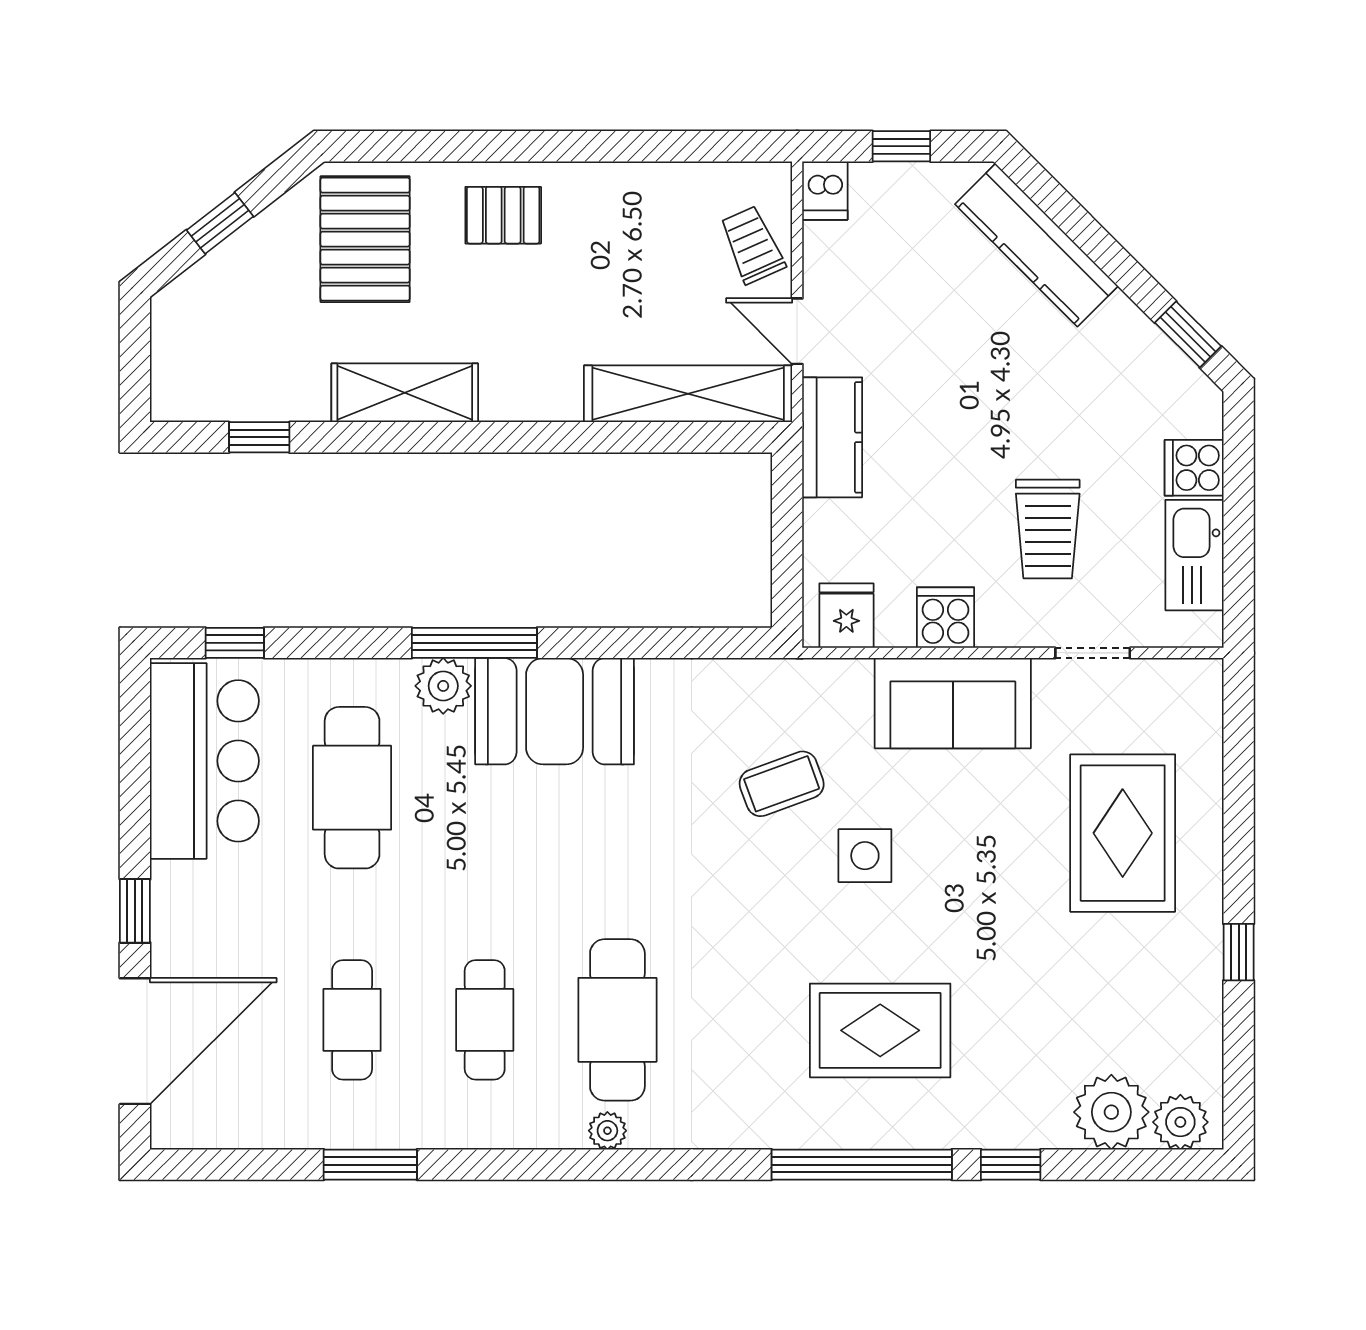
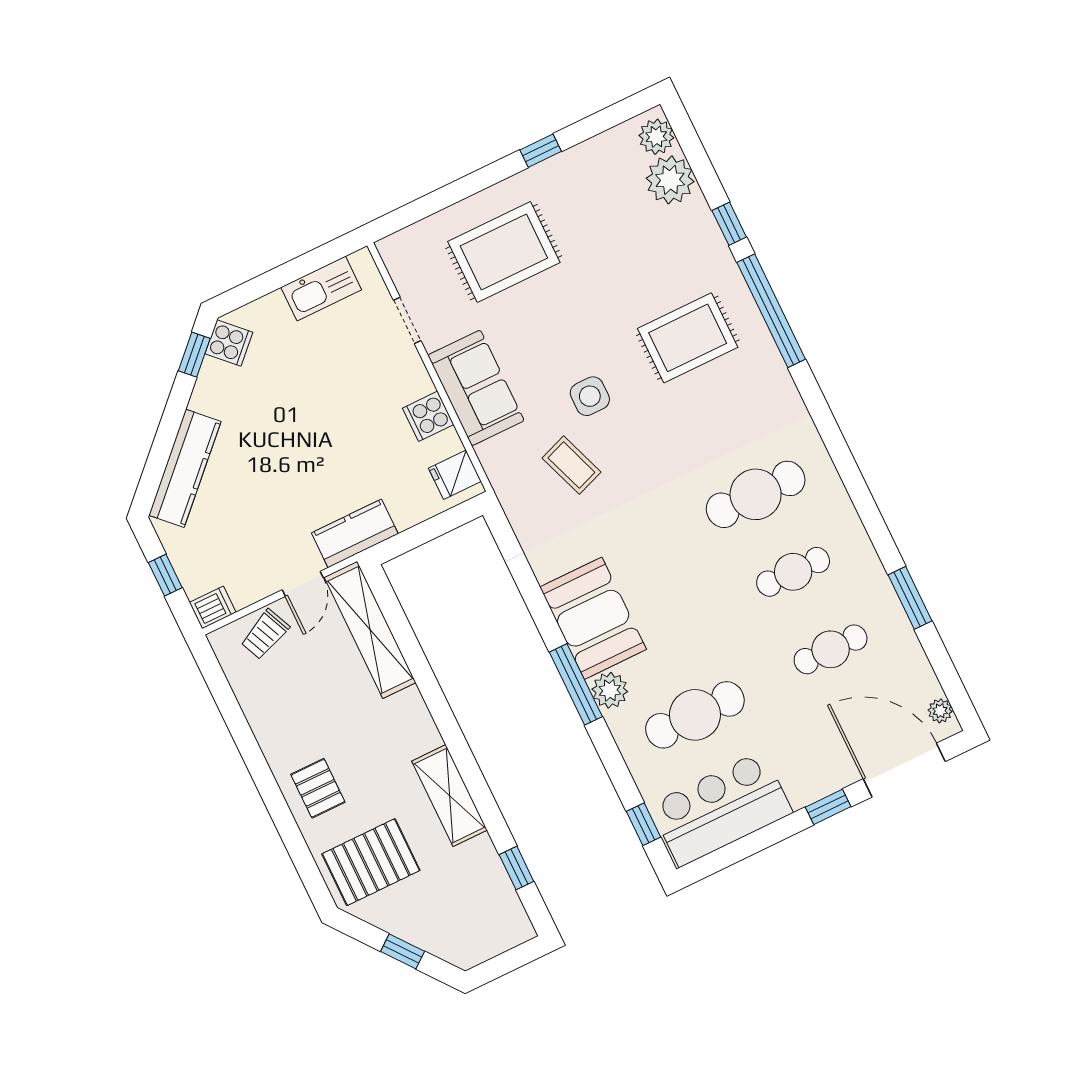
cooker: (1194, 468) -> (229, 343), moved, turned -45
trolley: (1048, 529) -> (348, 382), removed
rug: (880, 1030) -> (688, 338), turned 90
plant: (607, 1131) -> (940, 711), moved

